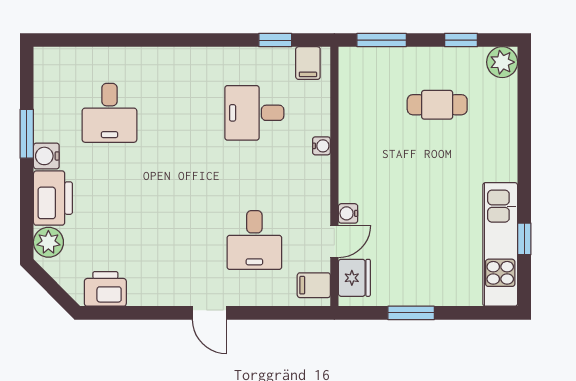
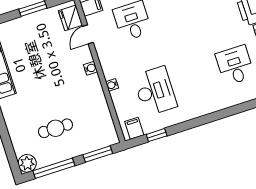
window: (461, 40) -> (54, 168), width x2.17
desk: (254, 113) -> (155, 91), width x1.37
water cooler: (348, 213) -> (90, 68), moved

